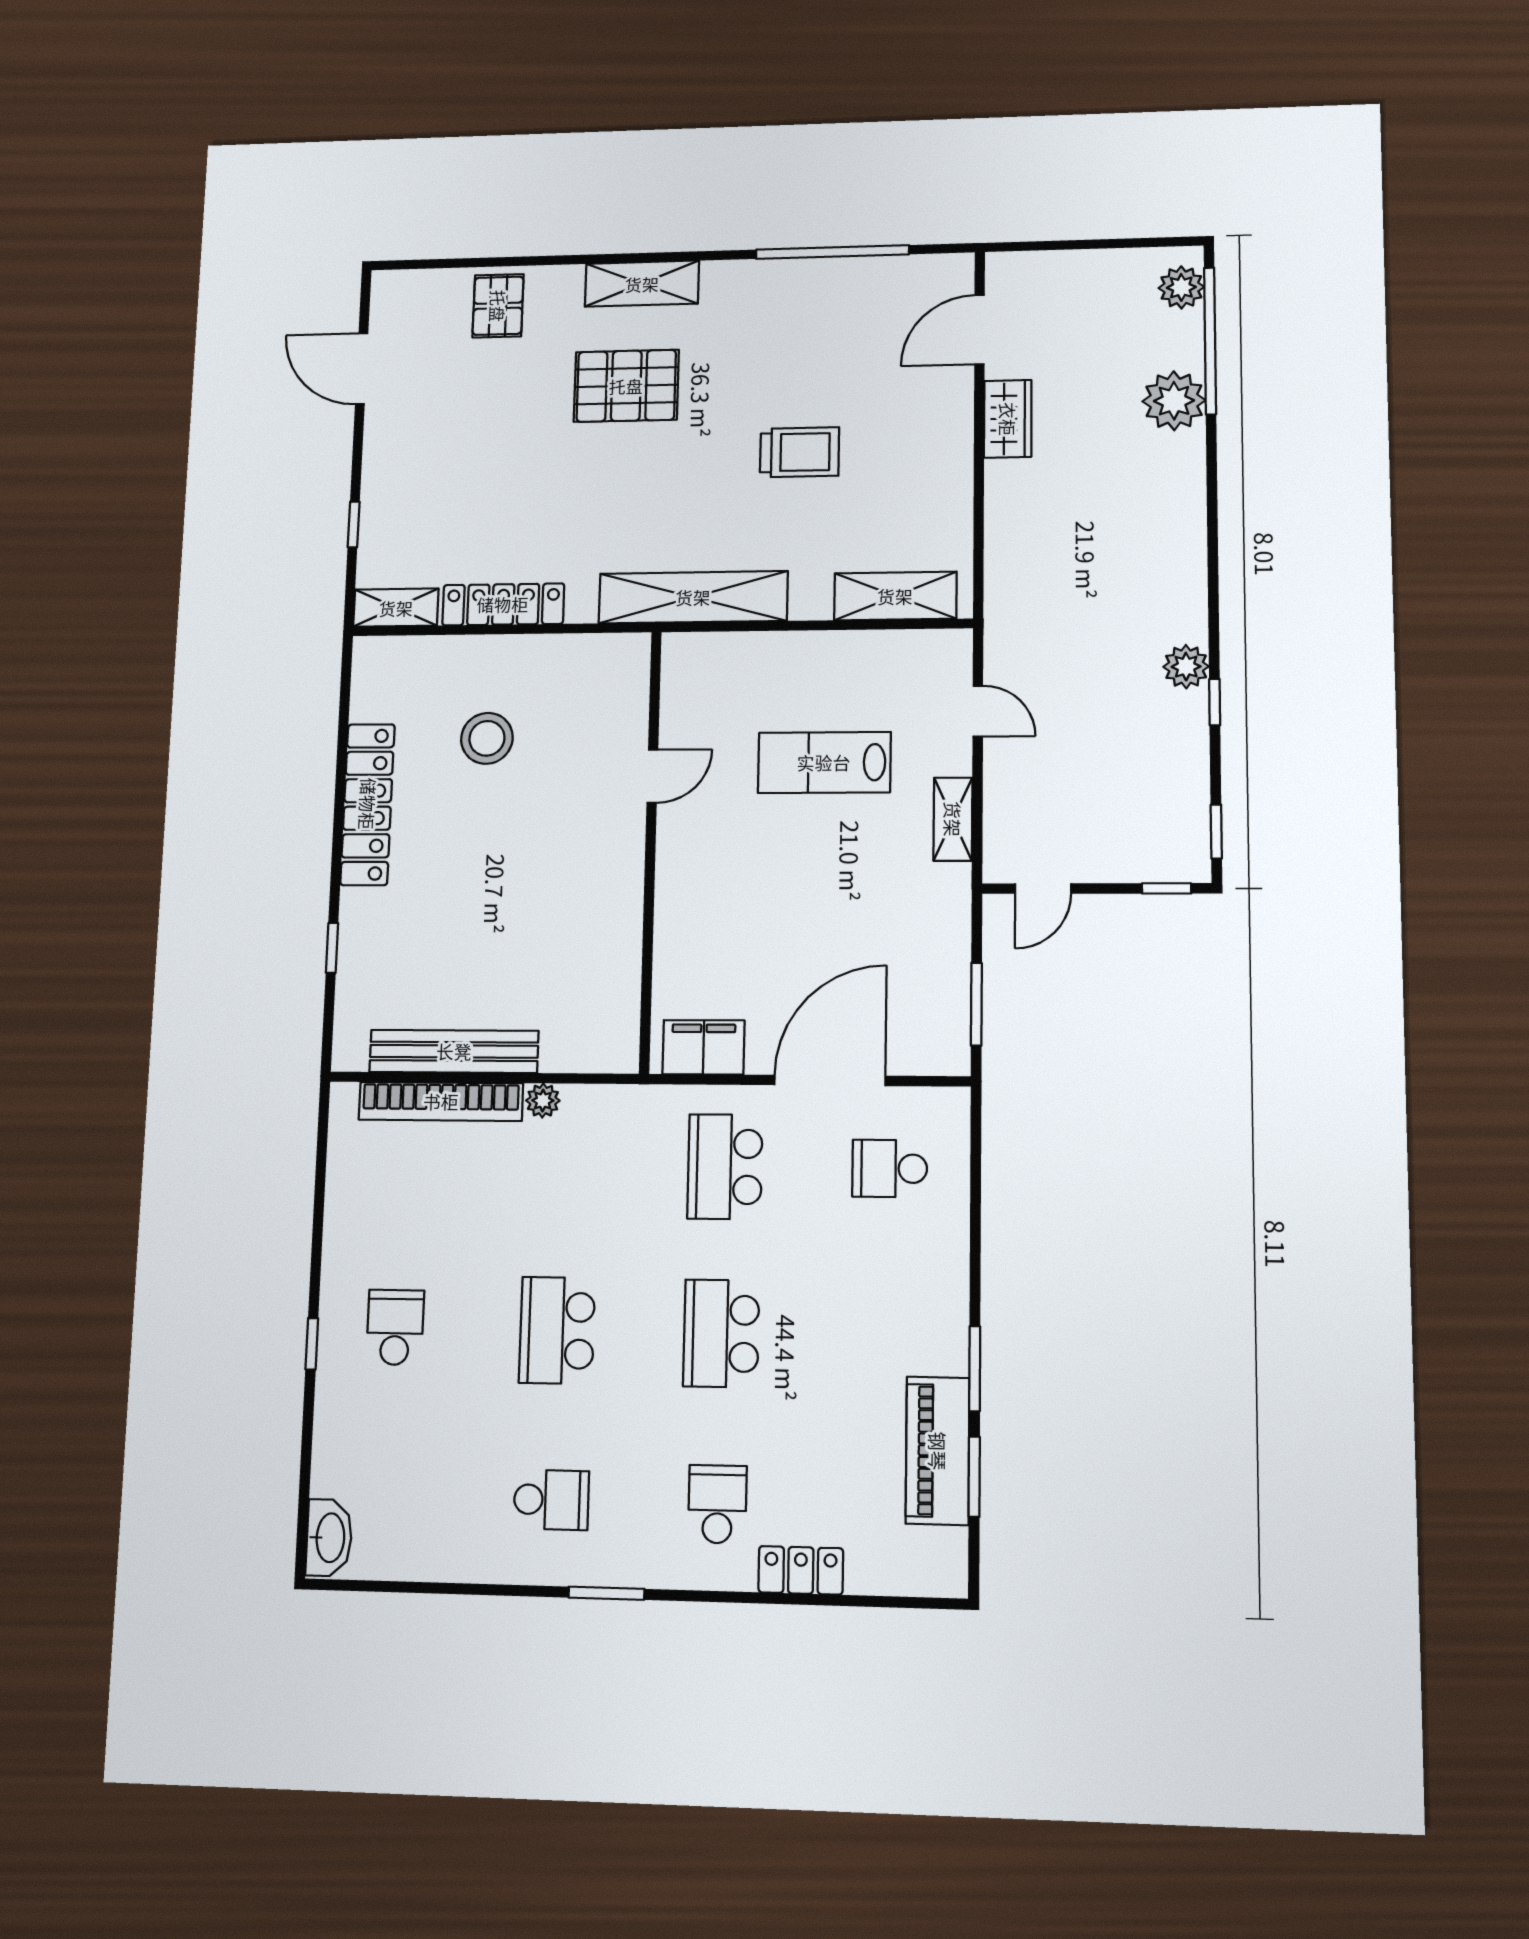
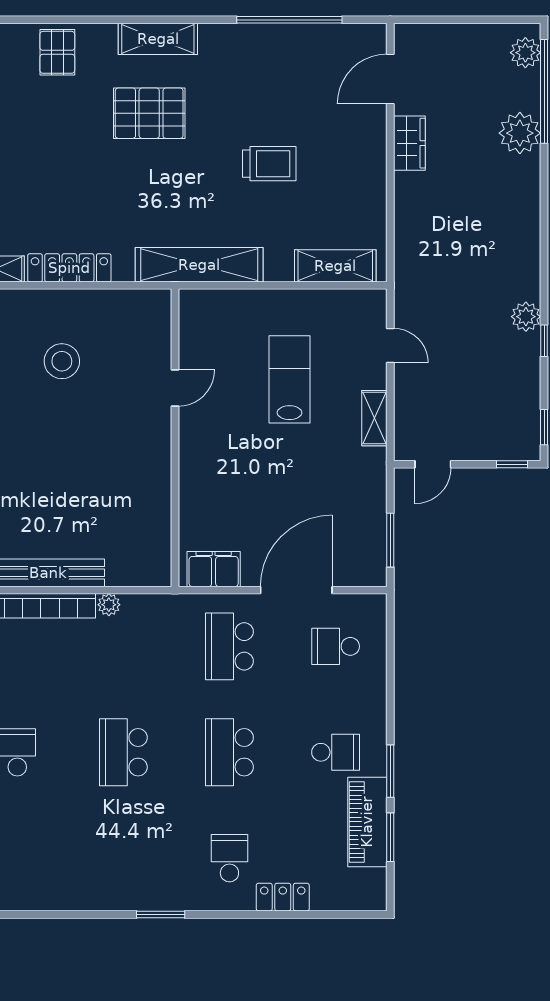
lab bench: (824, 762) -> (289, 379), turned 90
school desk: (551, 1500) -> (336, 752), moved

